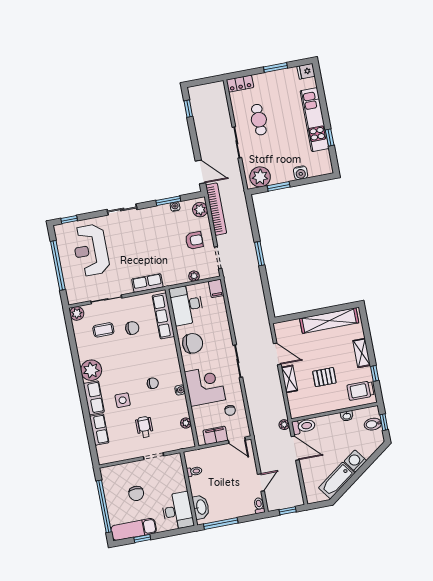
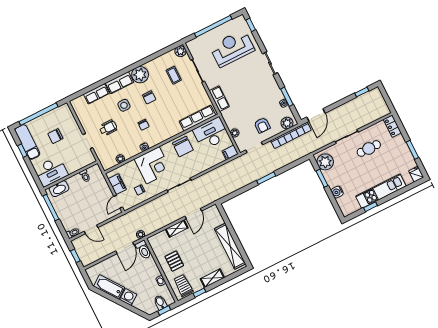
chair: (132, 328) -> (149, 97), moved
pallet: (324, 377) -> (174, 261), moved

